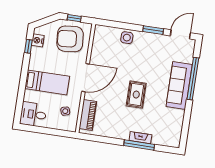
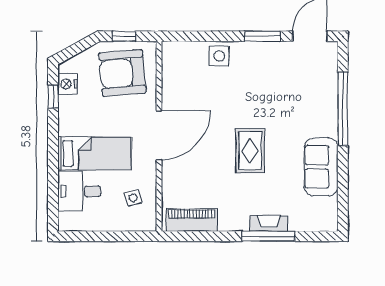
sofa: (179, 86) -> (321, 167), moved, width x0.73
desk: (33, 114) -> (79, 191), moved
piano: (88, 115) -> (192, 220), moved, turned -90

